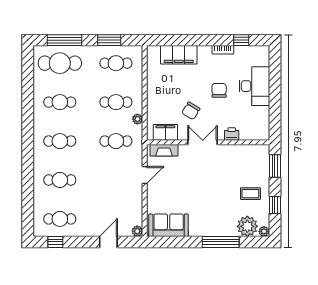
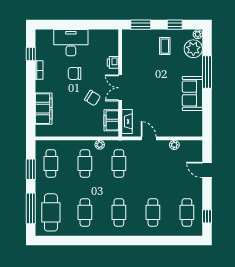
sofa: (169, 225) -> (192, 93), moved
plant: (137, 231) -> (174, 145), moved

